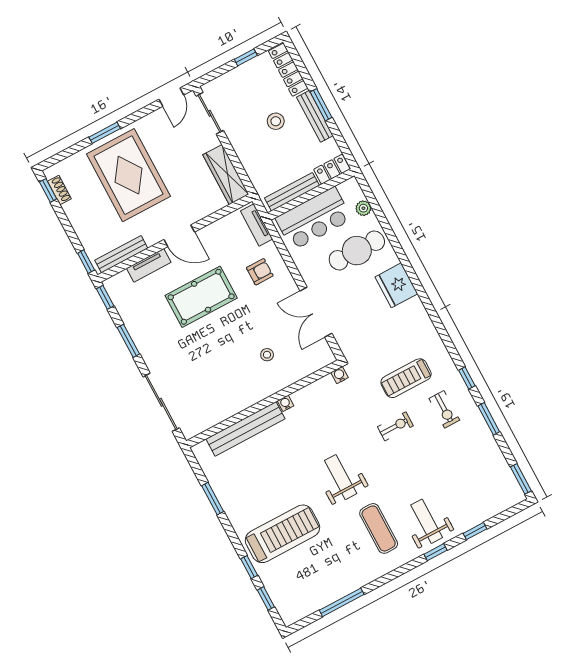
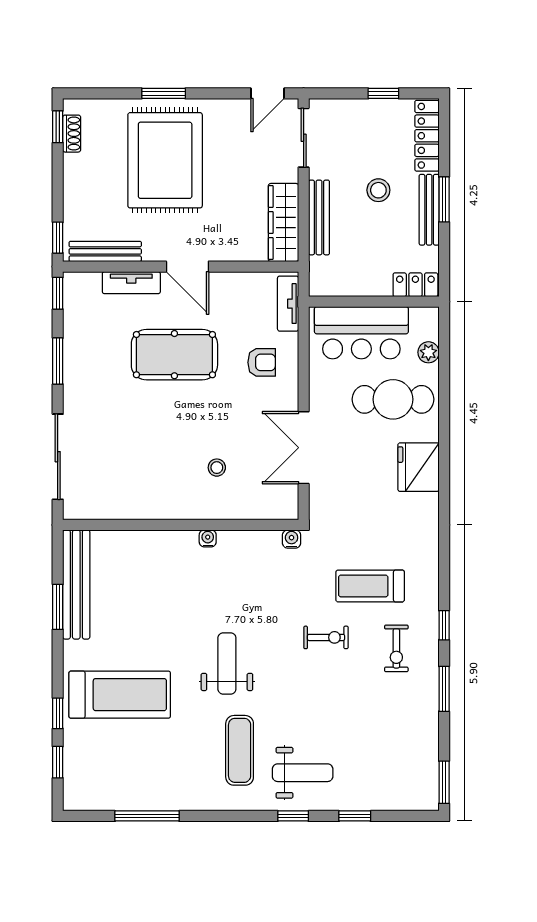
bench: (292, 192) -> (319, 217), moved, turned 90
bench: (245, 429) -> (76, 585), moved, turned 90
weight bench: (427, 521) -> (303, 773), turned 90

